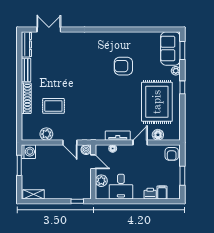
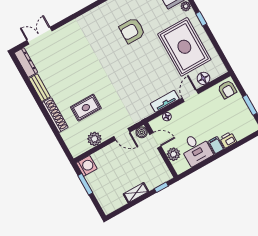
filing cabinet: (162, 192) -> (216, 145), moved
shelving: (34, 194) -> (136, 193), moved

